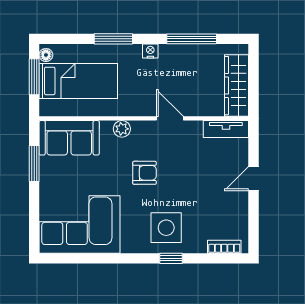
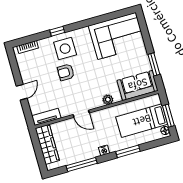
armchair: (144, 173) -> (66, 72), moved

